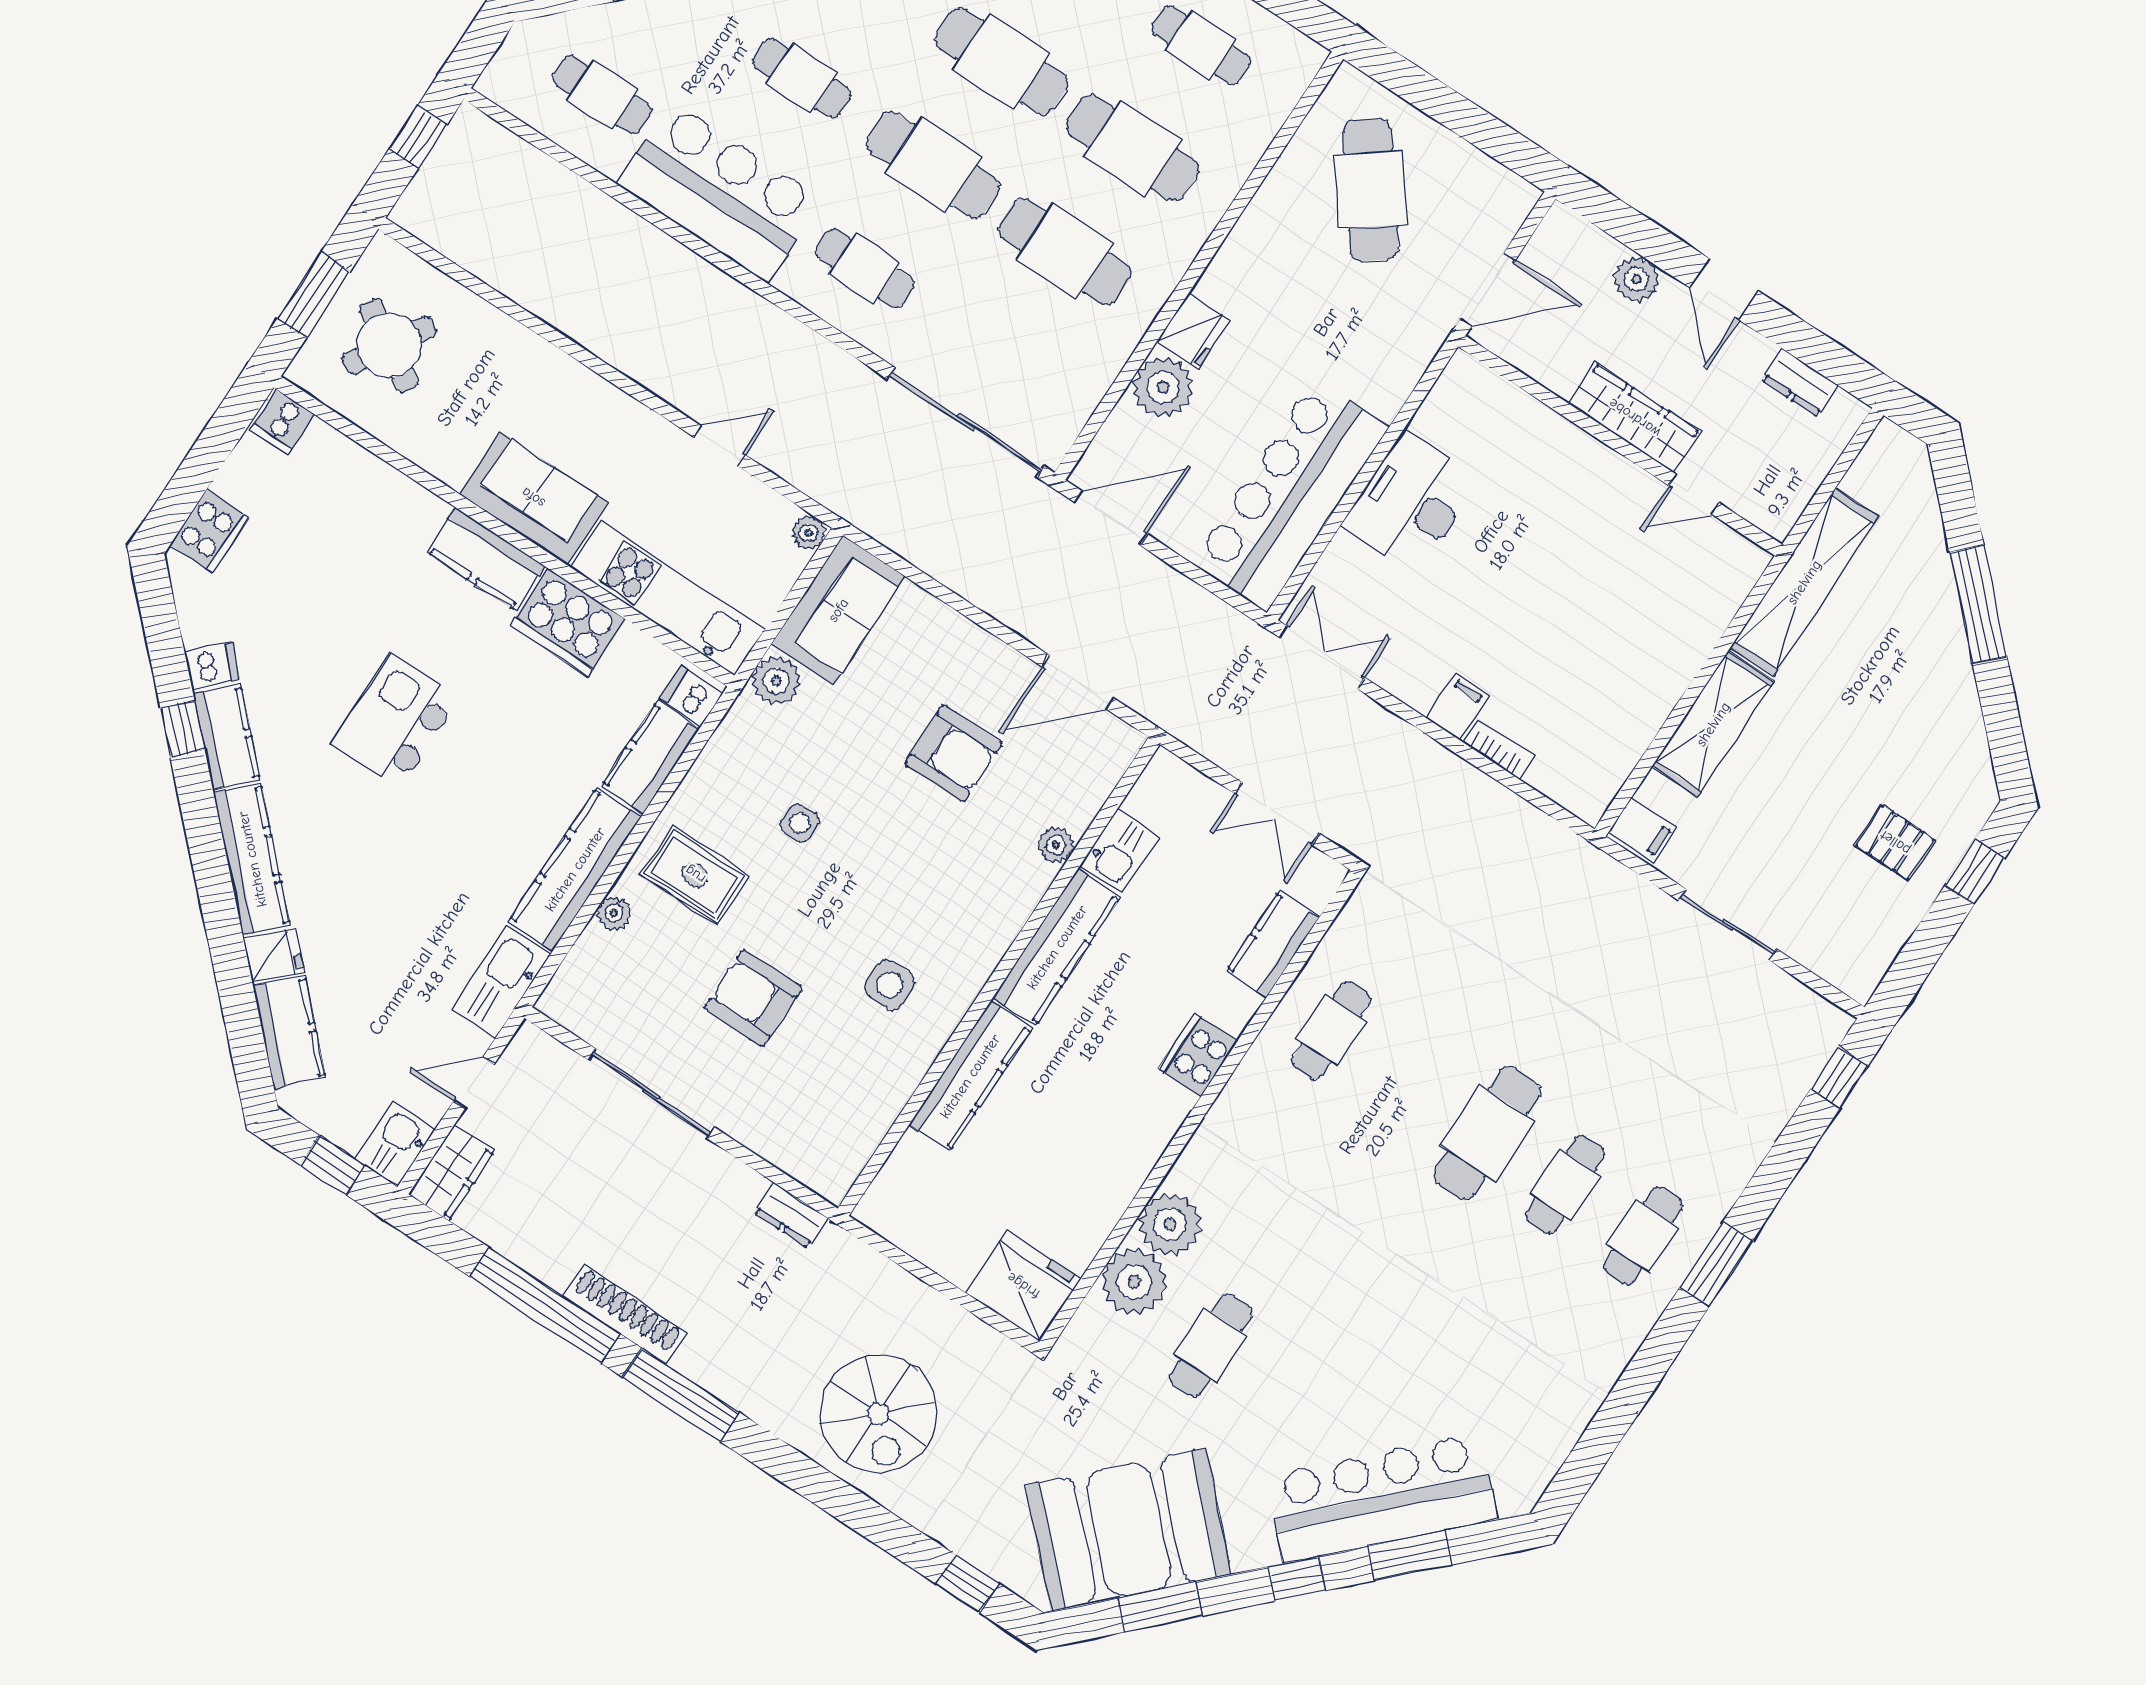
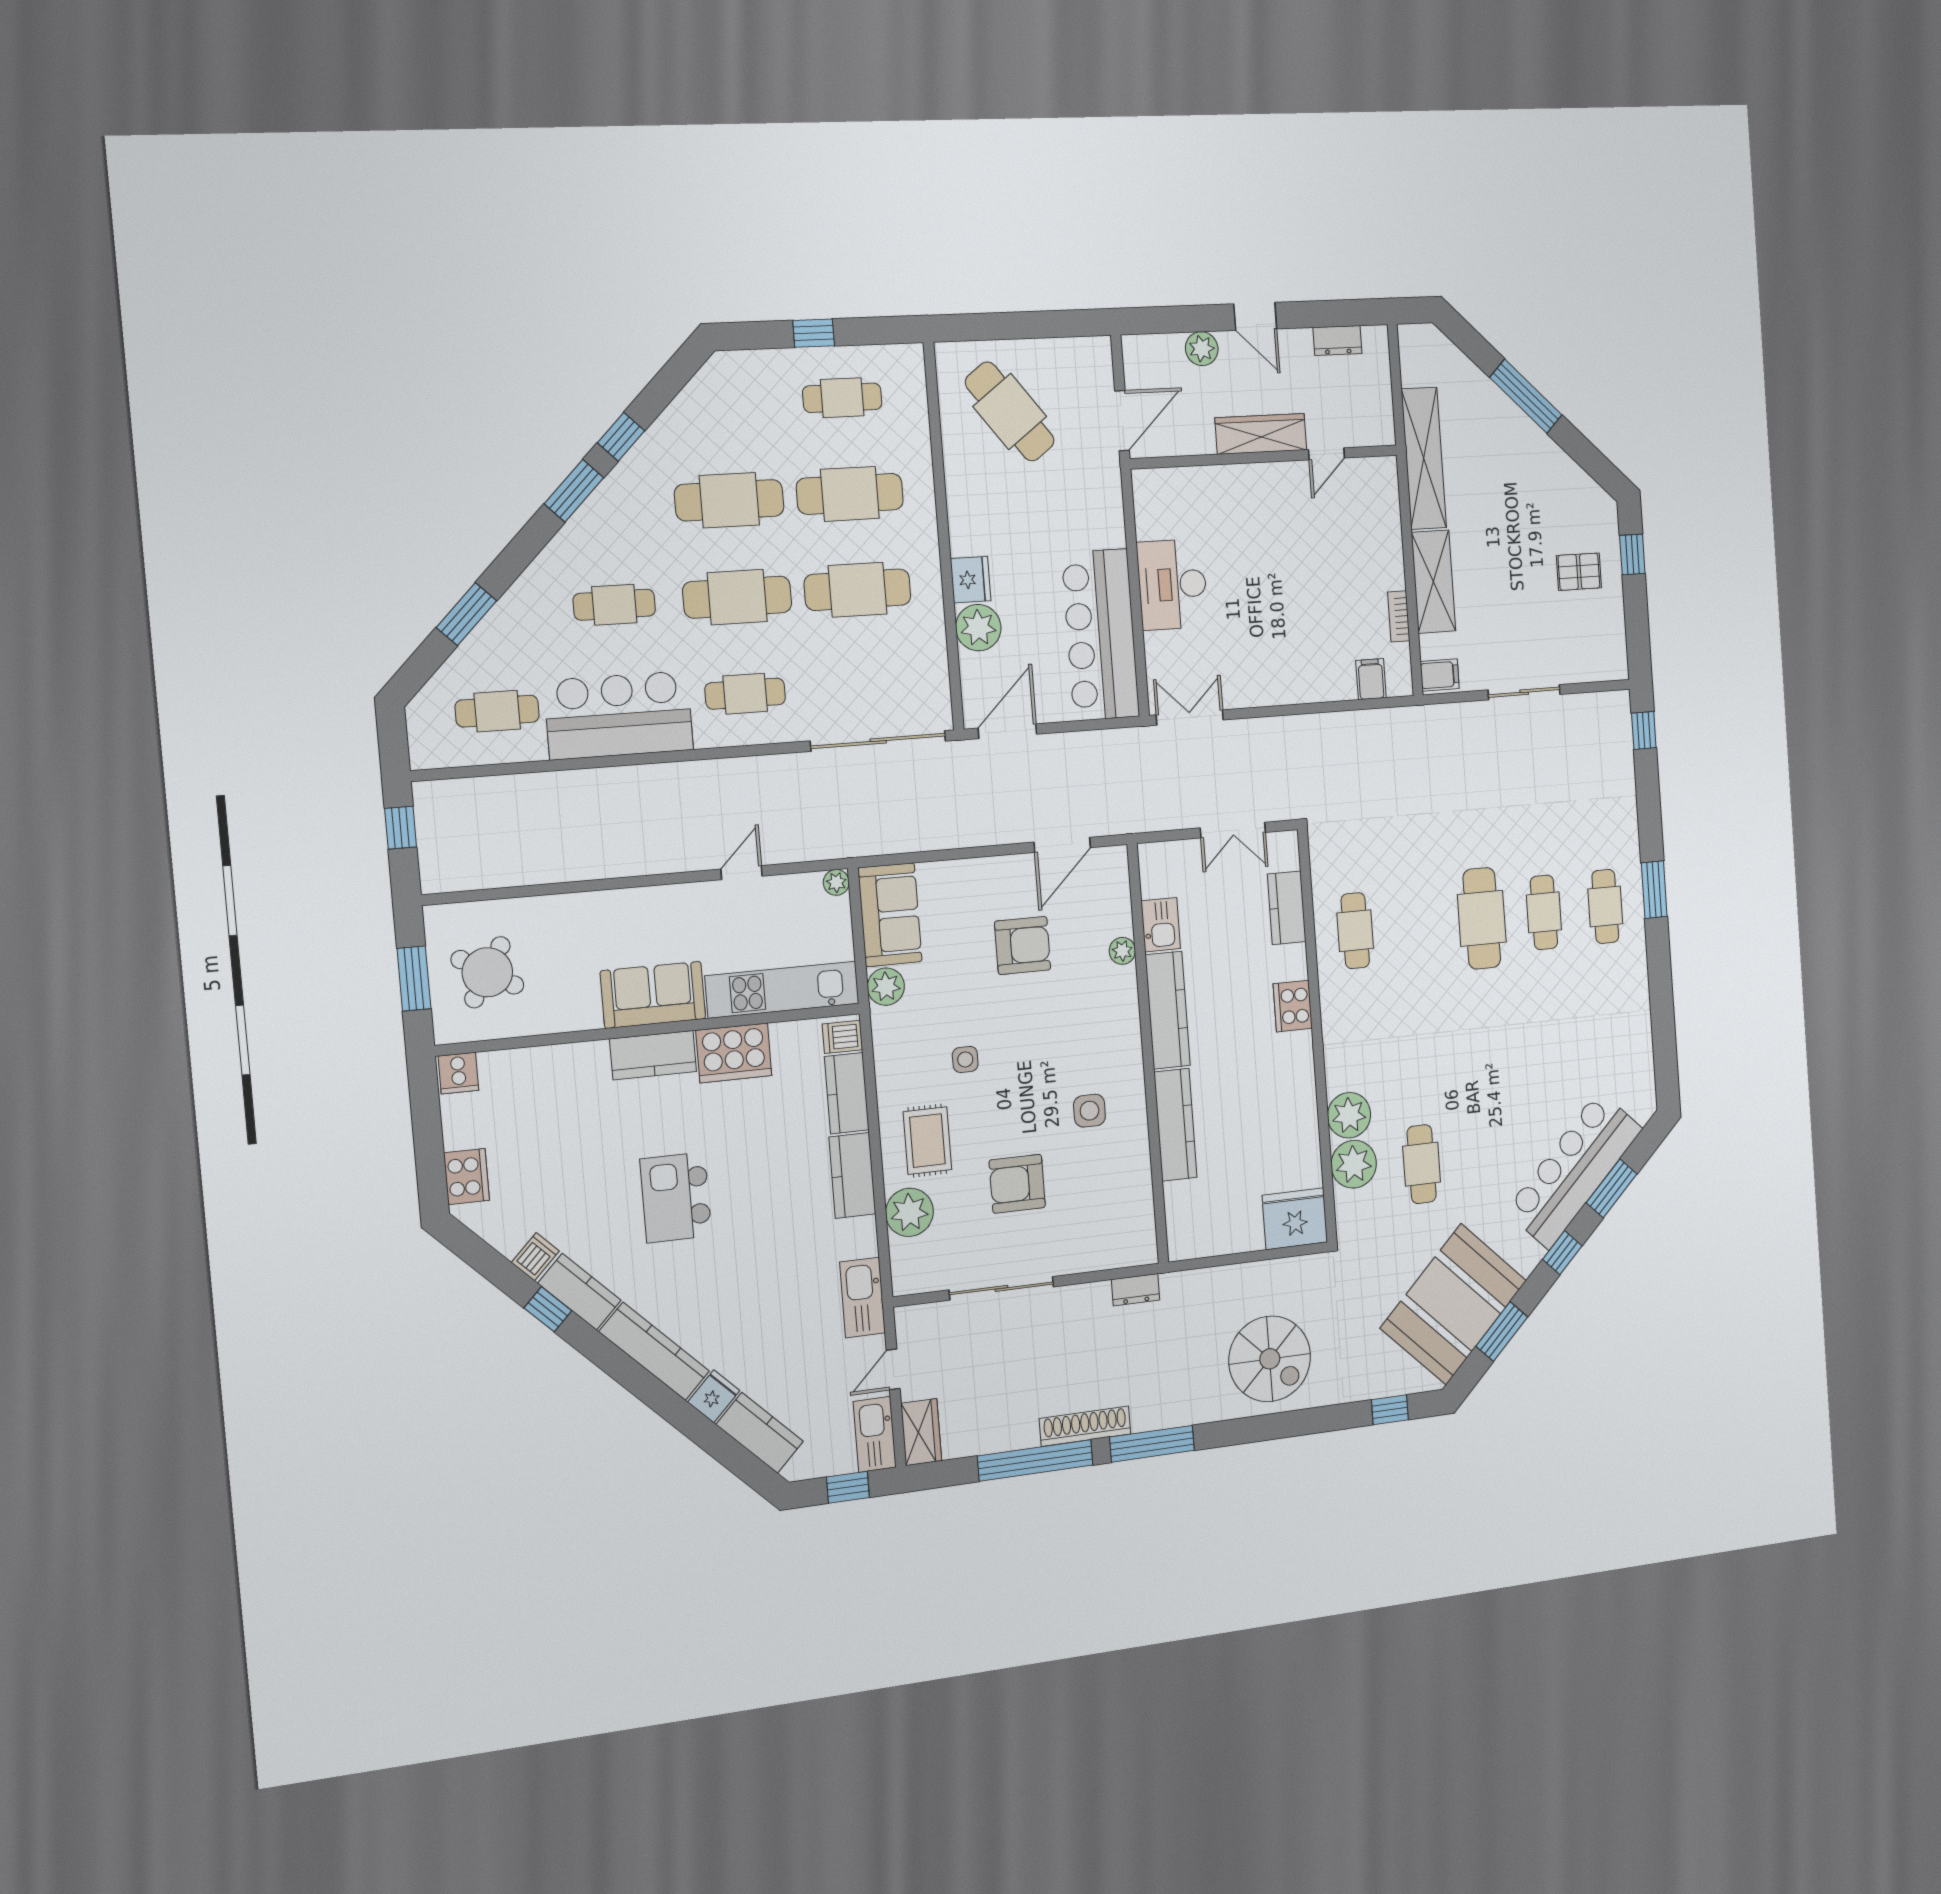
filing cabinet: (1458, 707) -> (1371, 679), moved
bookcase: (1499, 750) -> (1399, 616), moved, turned -90
kitchen counter: (575, 869) -> (852, 1176), width x0.67
rug: (695, 875) -> (927, 1141), turned 90
plant: (614, 913) -> (909, 1212), width x1.87, depth x1.87
kitchen sink: (395, 1145) -> (875, 1434), width x1.38

